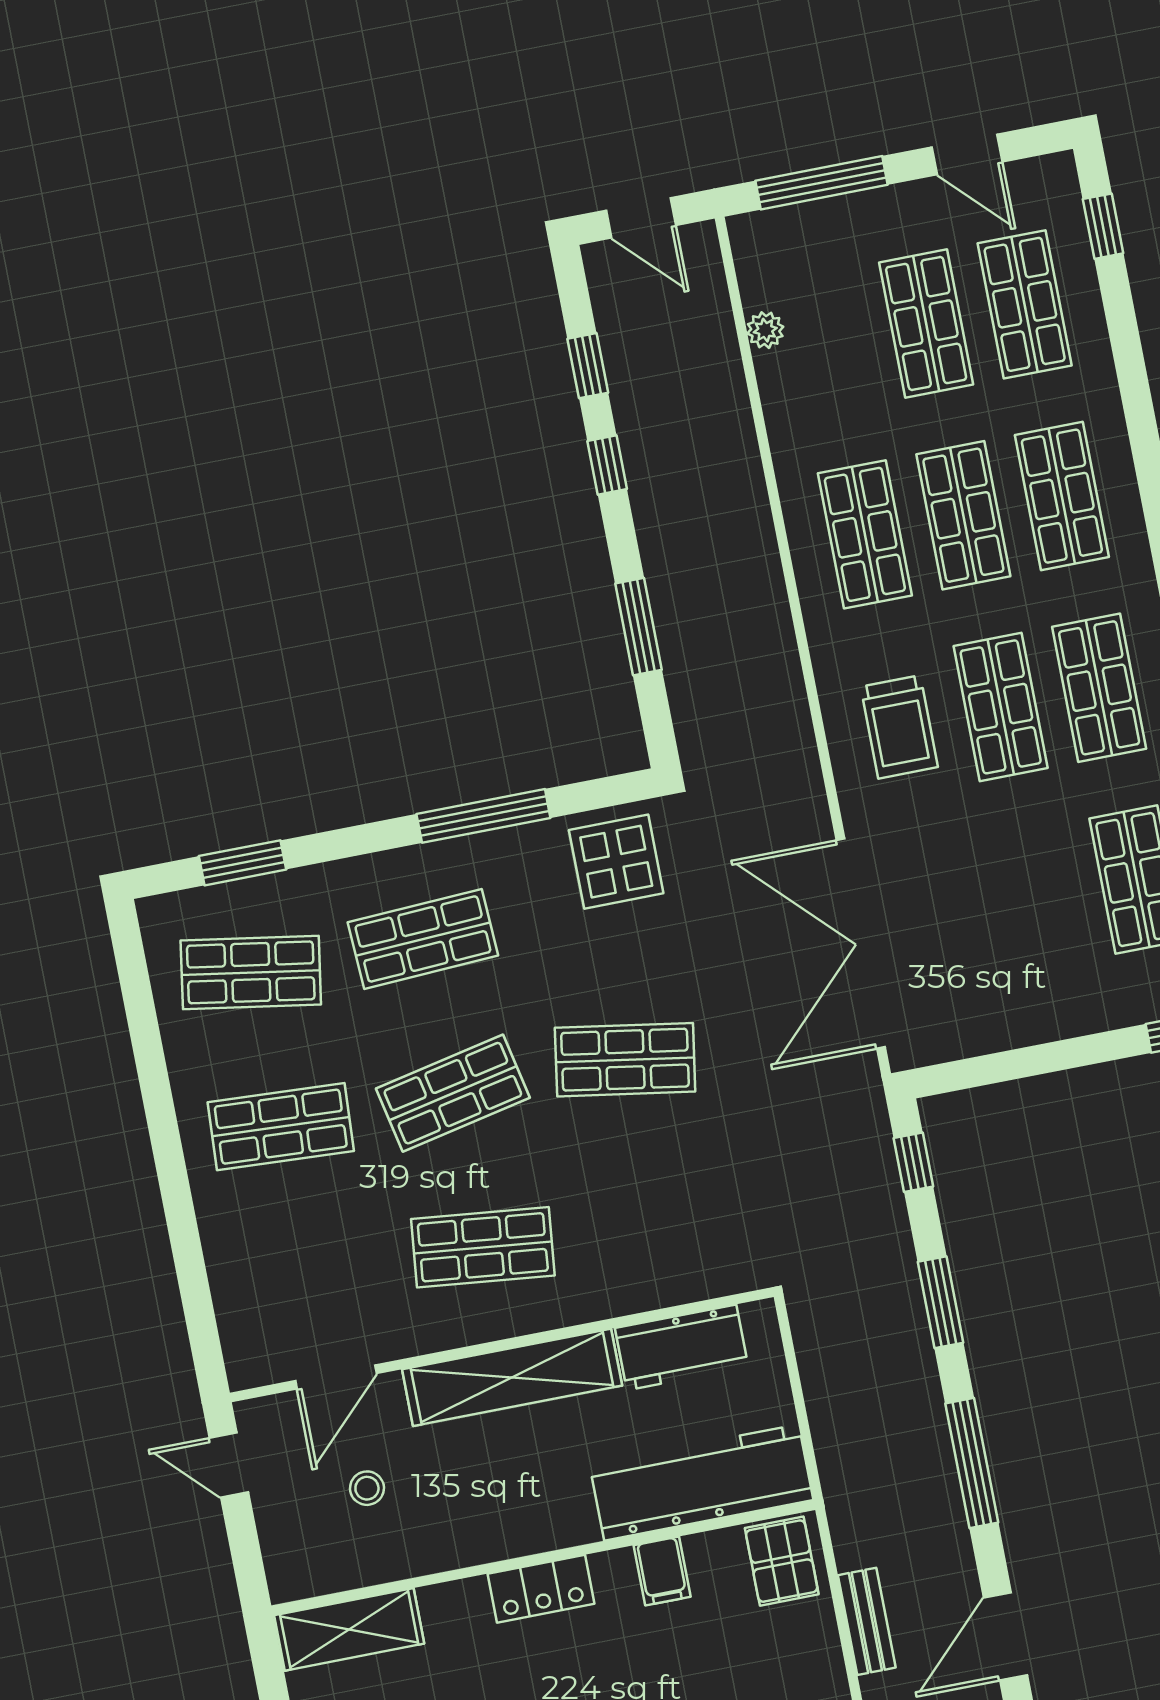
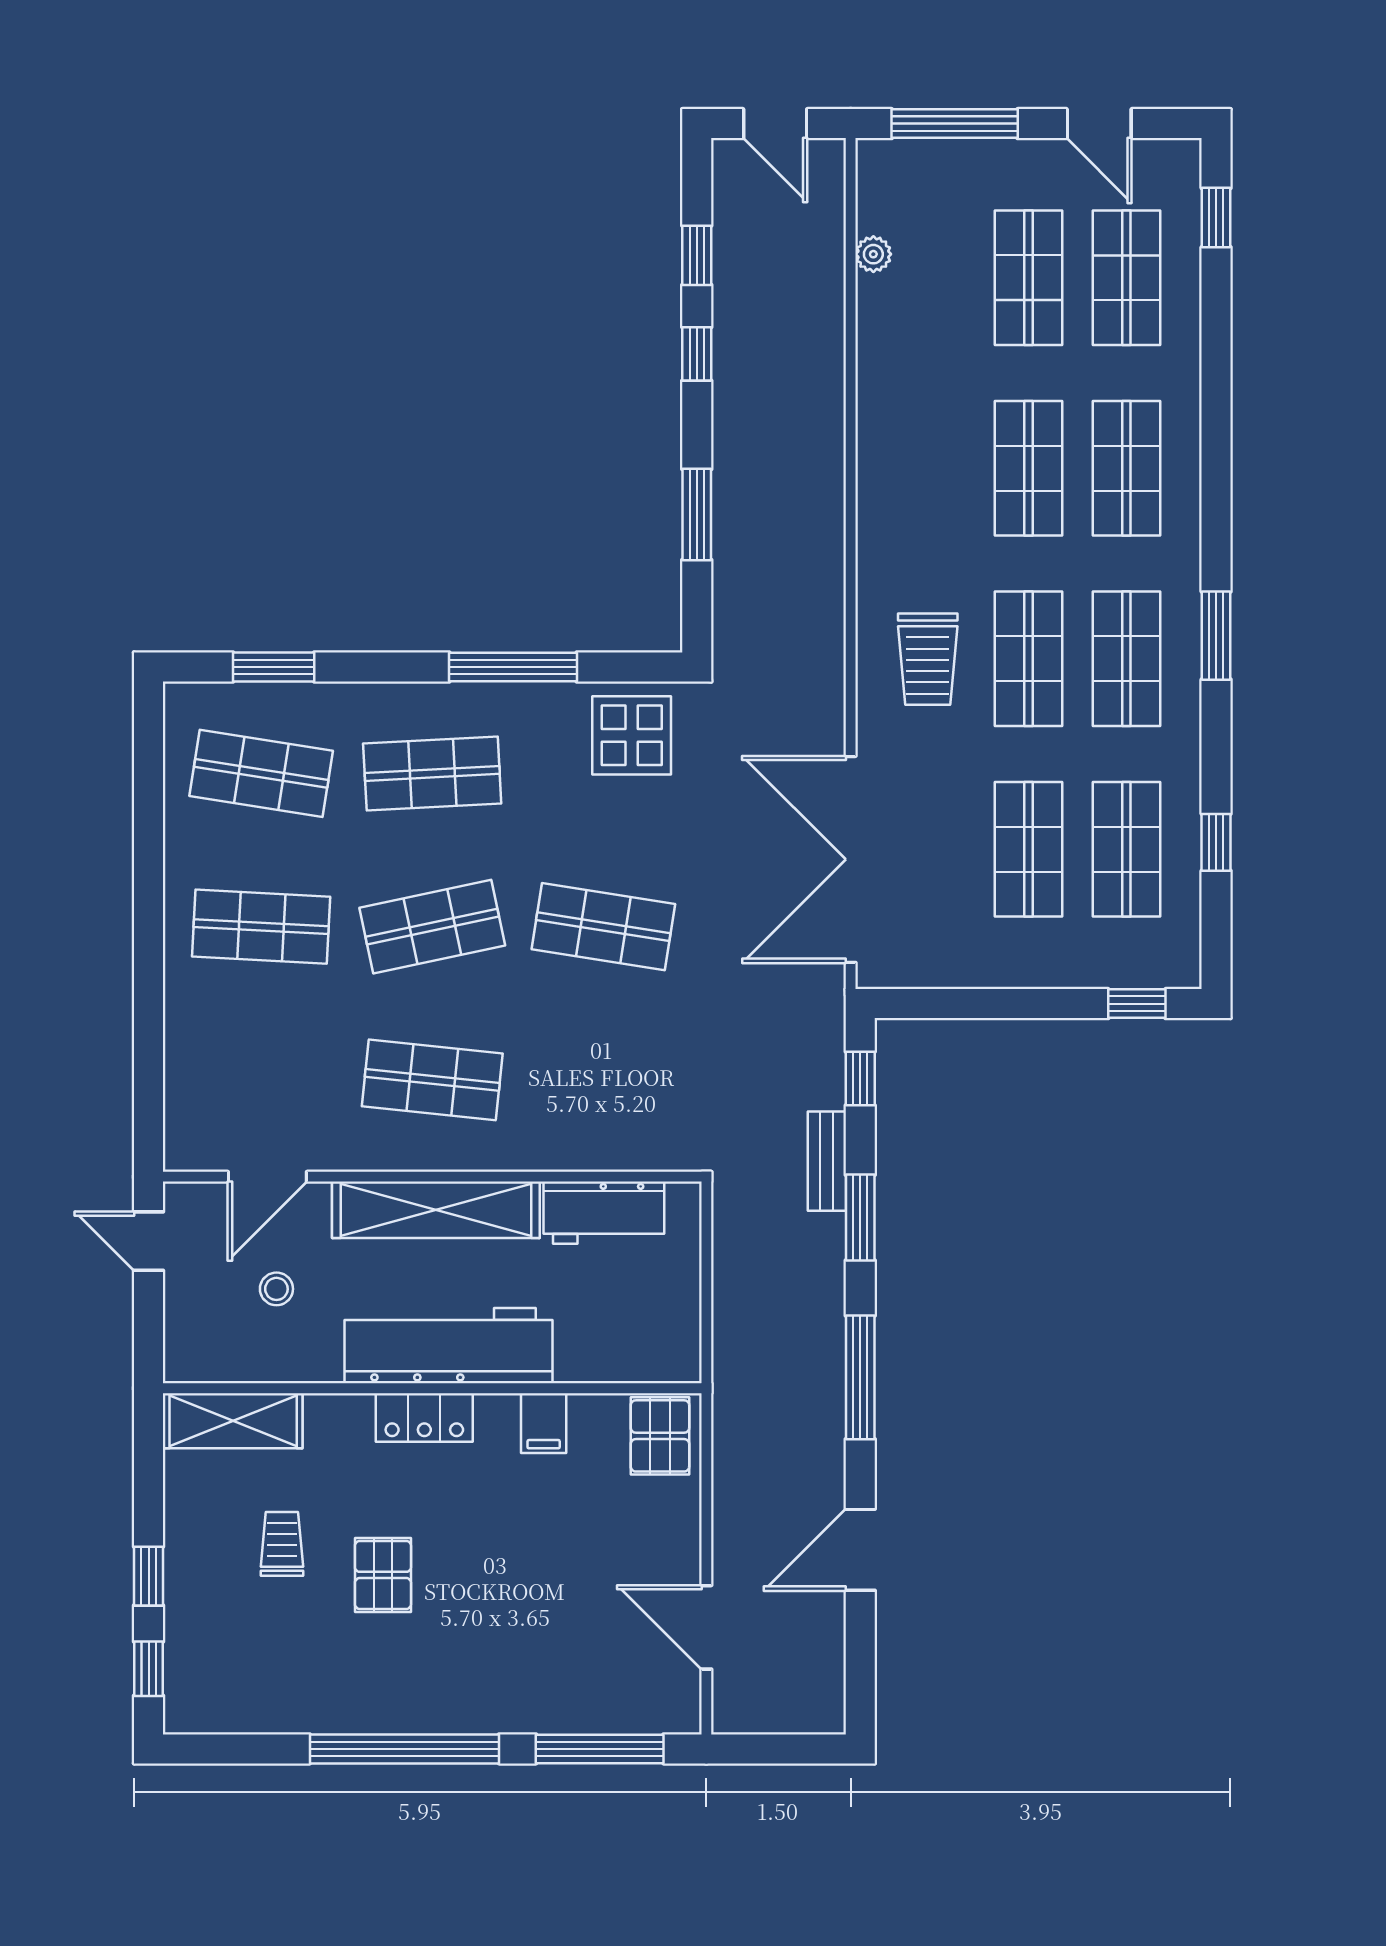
shop shelf: (865, 534) -> (1029, 849), moved
workbench: (701, 1482) -> (449, 1346), moved
bench: (867, 1621) -> (827, 1161), moved

